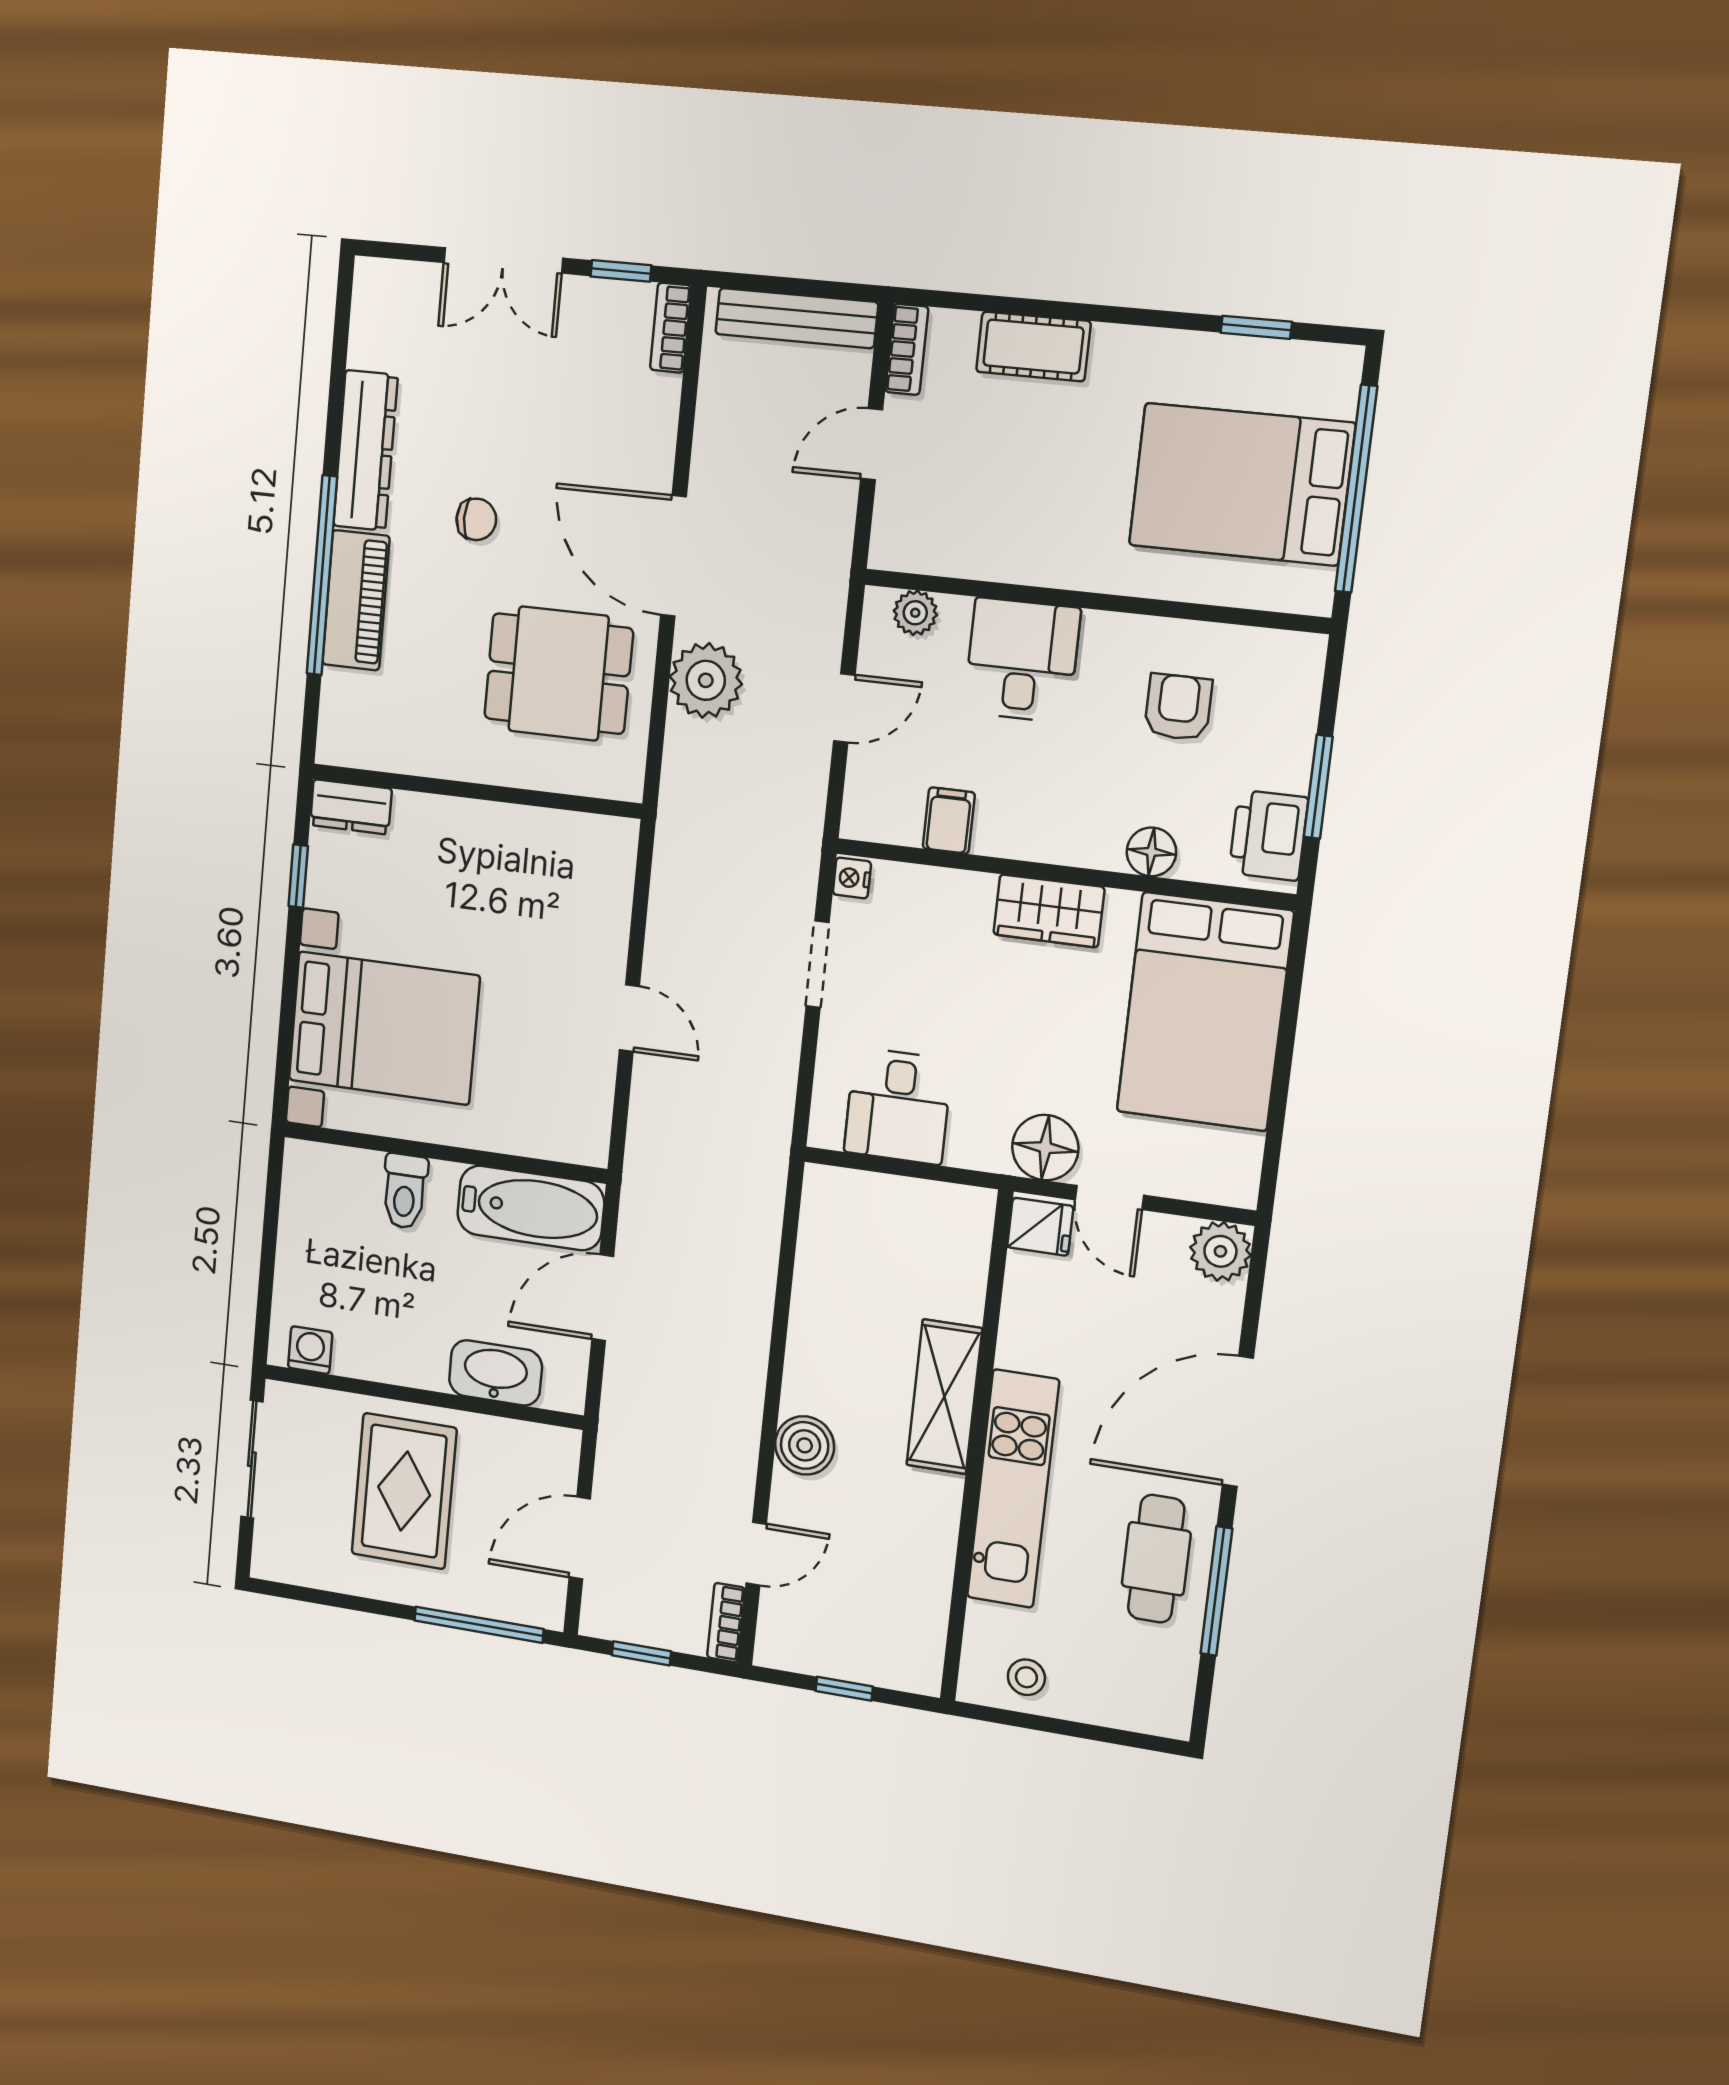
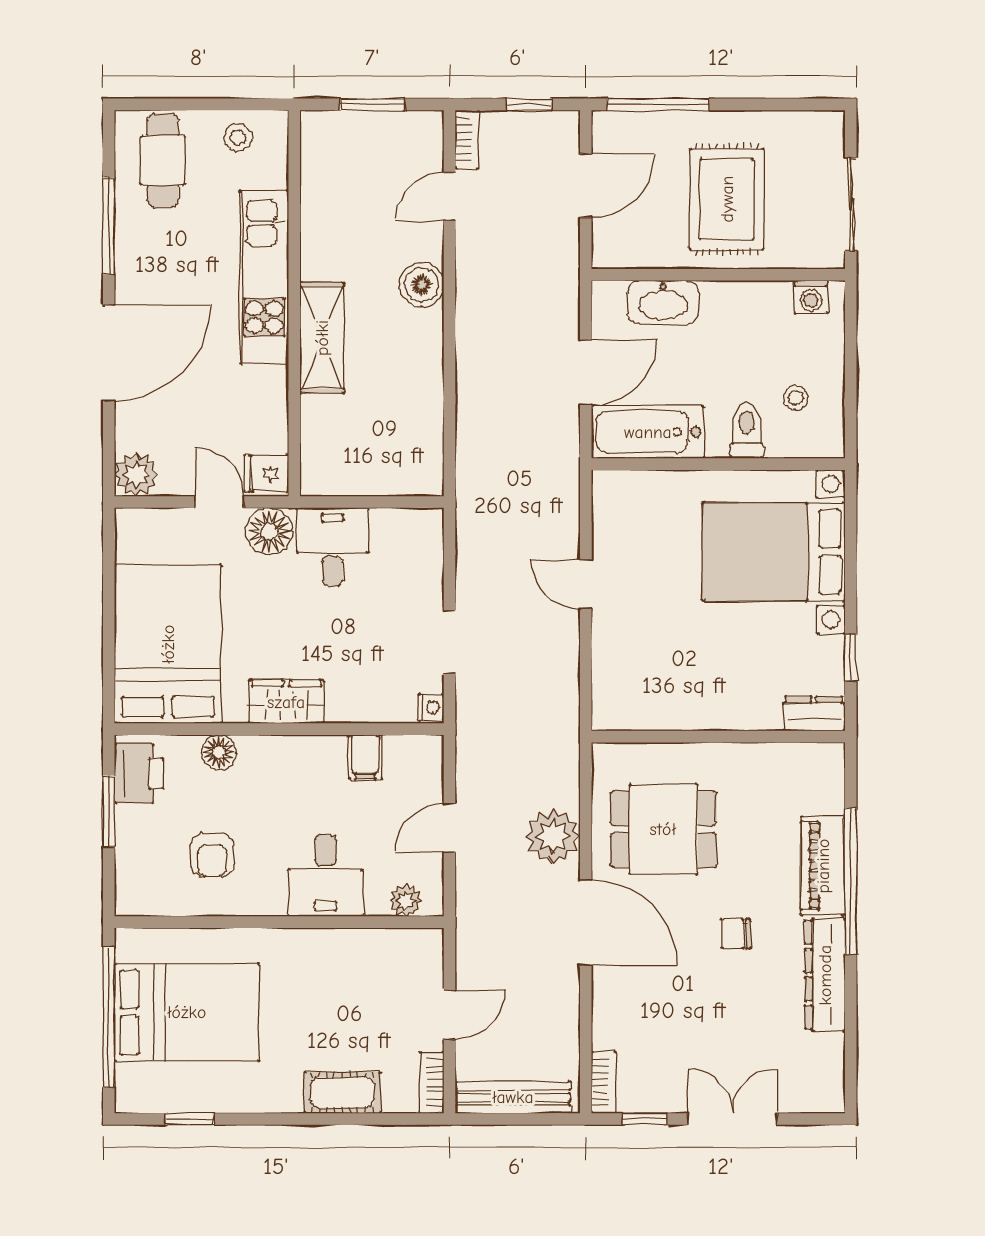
desk: (898, 1106) -> (333, 547), moved
stool: (340, 1224) -> (796, 398), added
cafe table: (1156, 1559) -> (163, 160), moved
window: (844, 1689) -> (372, 104), width x1.50

